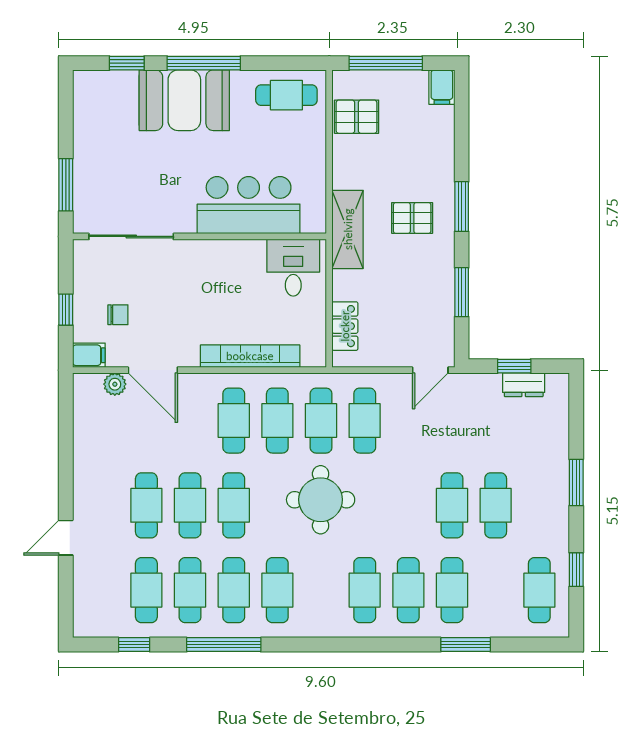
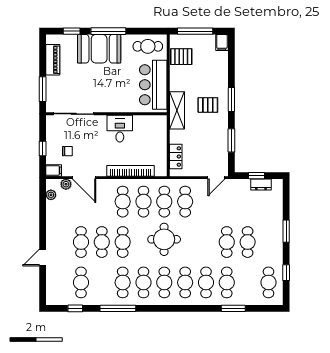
piano: (87, 123) -> (53, 60), added
bar counter: (249, 205) -> (153, 85), moved, turned -90
desk: (293, 268) -> (120, 129), moved
plant: (83, 406) -> (51, 195), added
cafe table: (190, 590) -> (164, 282), moved

